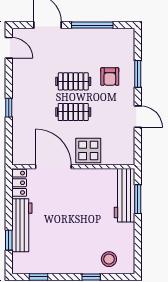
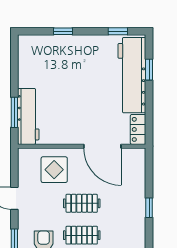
display table: (88, 150) -> (54, 170), moved
workbench: (22, 225) -> (132, 75), width x1.36, depth x1.32
stool: (109, 259) -> (44, 50), removed

